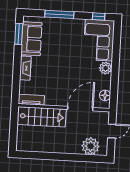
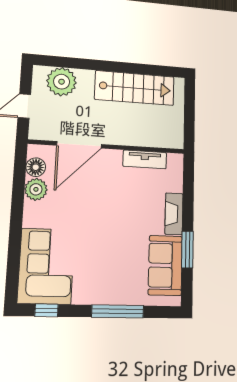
window: (19, 34) -> (187, 249), moved
plant: (106, 68) -> (36, 189), moved
tv unit: (31, 100) -> (145, 159), moved
stairs: (42, 117) -> (135, 88), moved, turned 180

